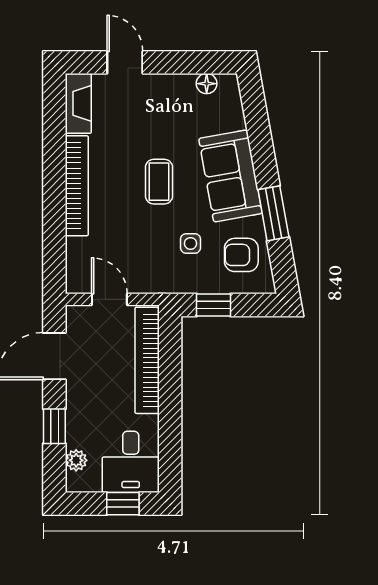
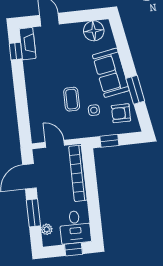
floor lamp: (207, 84) -> (94, 31), width x1.89, depth x1.89
window: (54, 115) -> (16, 51), added
coffee table: (159, 182) -> (72, 99), moved
bookcase: (77, 186) -> (31, 87), removed
window: (54, 426) -> (33, 213), width x1.50

